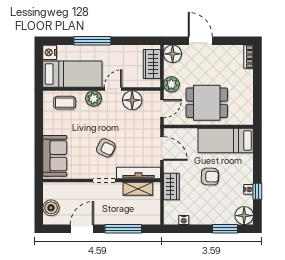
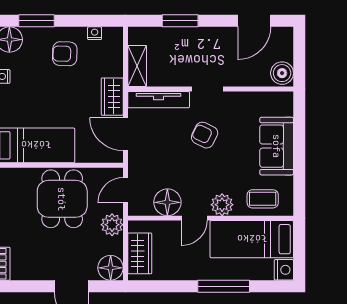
dining table: (207, 103) -> (62, 199), turned 90
sofa: (55, 156) -> (277, 146), moved
armchair: (210, 177) -> (65, 54), moved
wardrobe: (171, 186) -> (112, 97), moved
shelving: (138, 189) -> (137, 66), moved, turned 90
boiler: (51, 208) -> (282, 73), moved
door: (82, 229) -> (254, 21), moved
window: (123, 229) -> (180, 21), width x0.69

